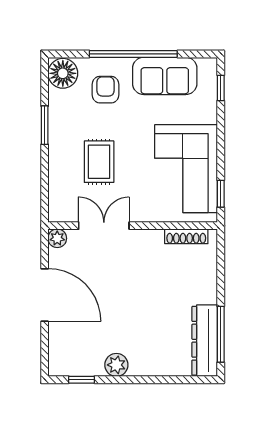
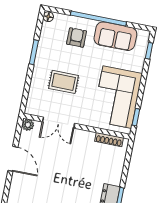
floor lamp: (63, 73) -> (48, 17), width x0.53, depth x0.53
rug: (99, 162) -> (64, 82), turned 90
double door: (104, 226) -> (59, 123), swing flipped
door: (45, 295) -> (13, 159), width x0.73

